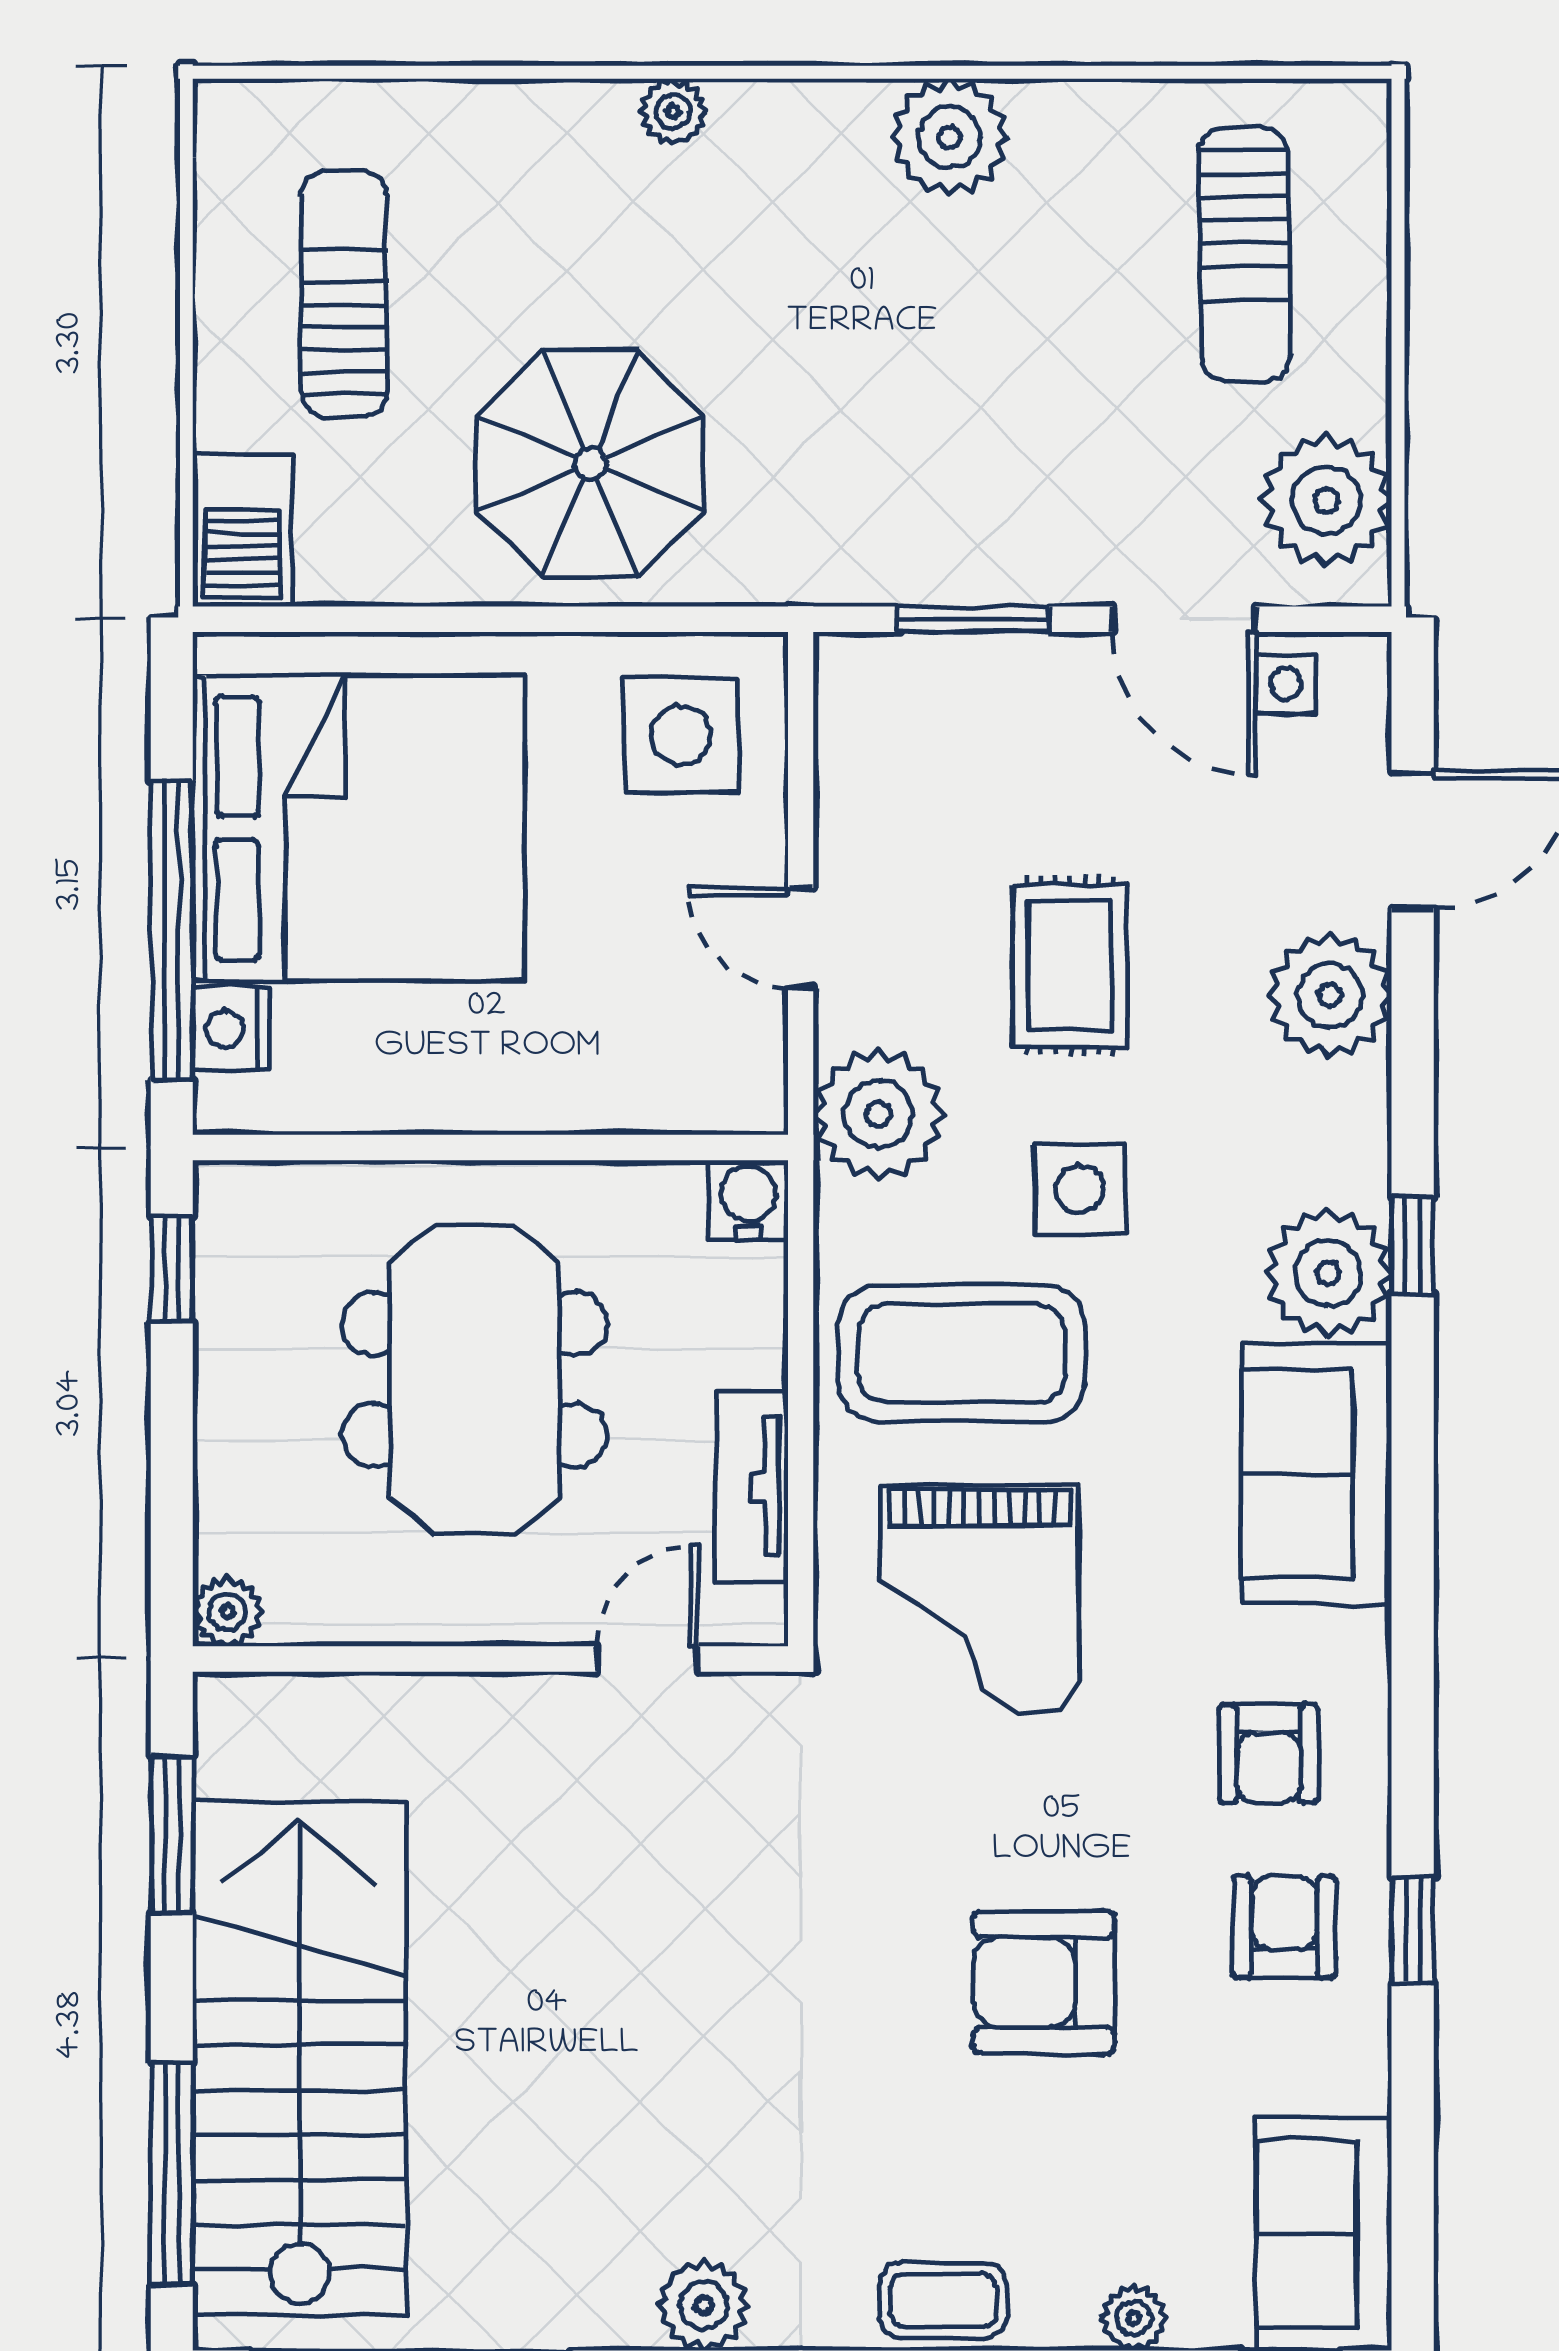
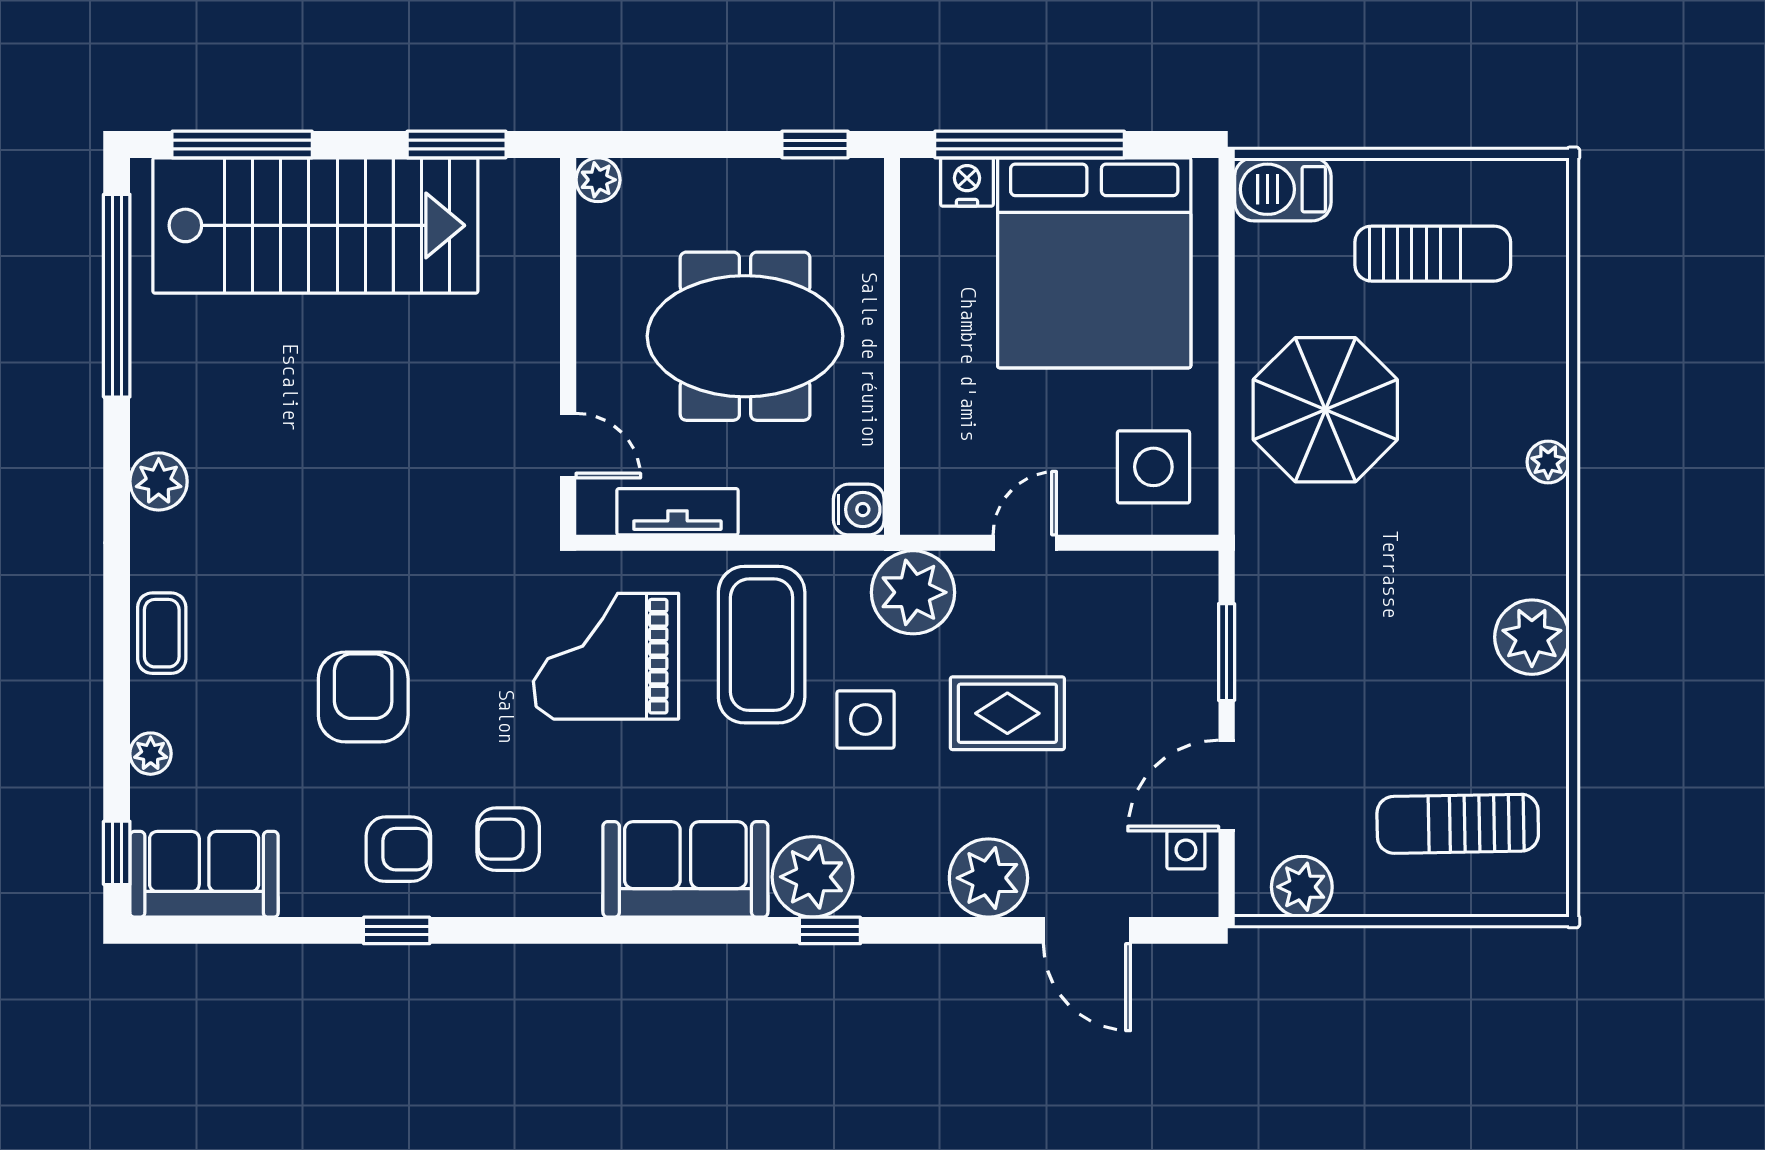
plant: (1326, 500) -> (1302, 887), width x0.73, depth x0.73

